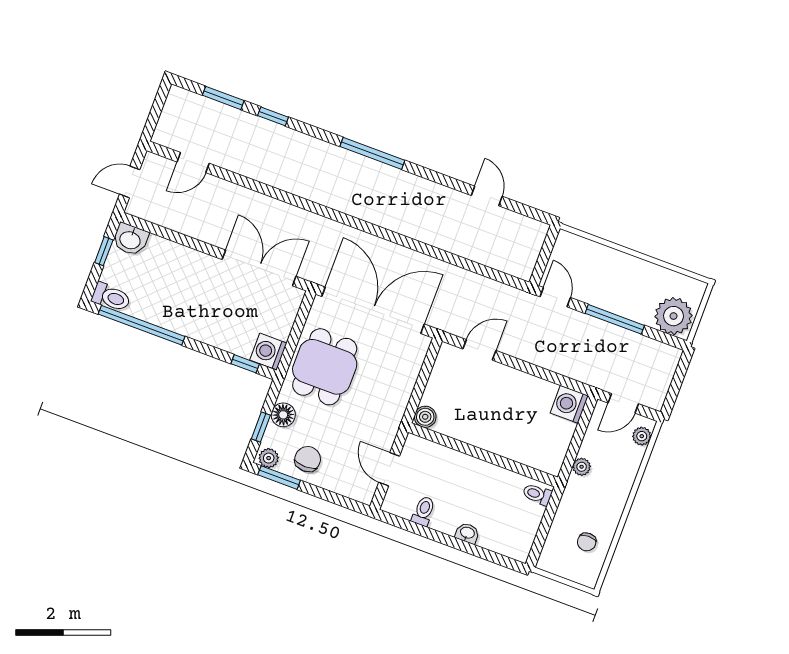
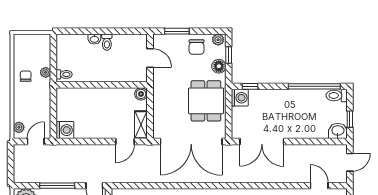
door: (193, 163) -> (319, 186), hinge flipped
shelving: (444, 367) -> (141, 125), added
plant: (582, 467) -> (46, 72), moved
window: (279, 478) -> (177, 31), moved
toilet: (423, 511) -> (107, 42), moved
chair: (587, 542) -> (26, 76), moved

